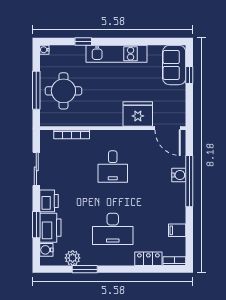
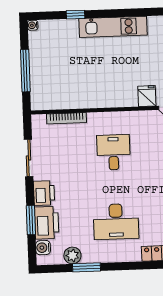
round table: (63, 91) -> (56, 70), removed
fridge: (138, 114) -> (147, 96), width x0.53, depth x0.75
desk: (113, 167) -> (113, 152), turned 180

